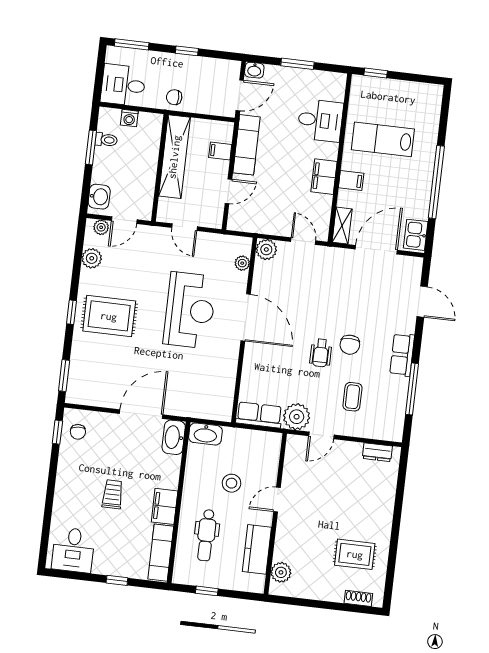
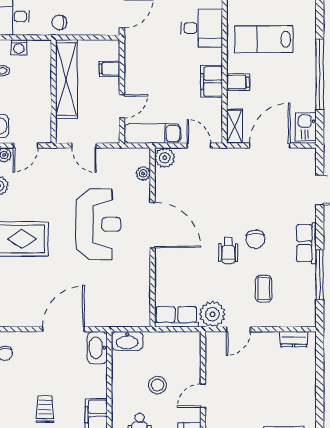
exam couch: (247, 145) -> (152, 133), moved, turned -90

